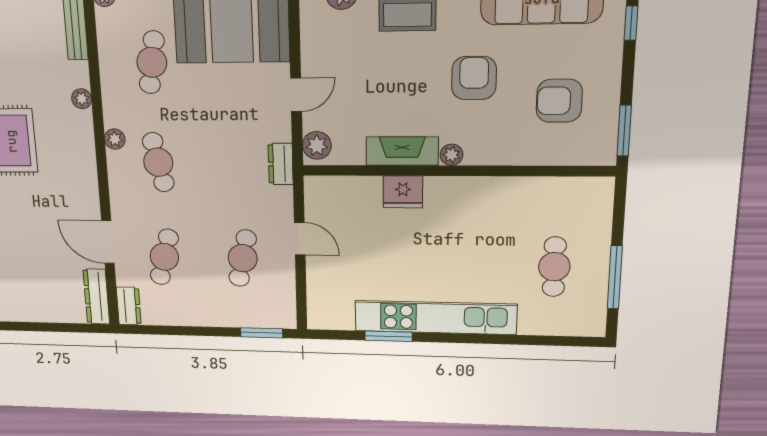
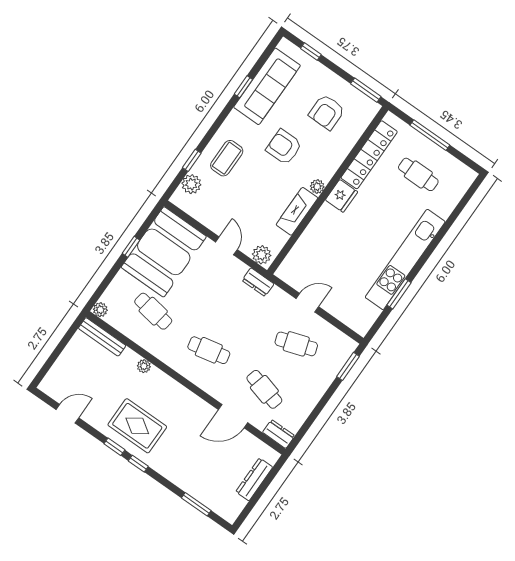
plant: (115, 139) -> (179, 365), removed
locker: (538, 191) -> (369, 155), added
fridge: (403, 192) -> (341, 196), moved
cafe table: (243, 258) -> (296, 344), turned -30
window: (615, 277) -> (430, 135), moved
dresser: (96, 297) -> (254, 479), moved, turned 90

